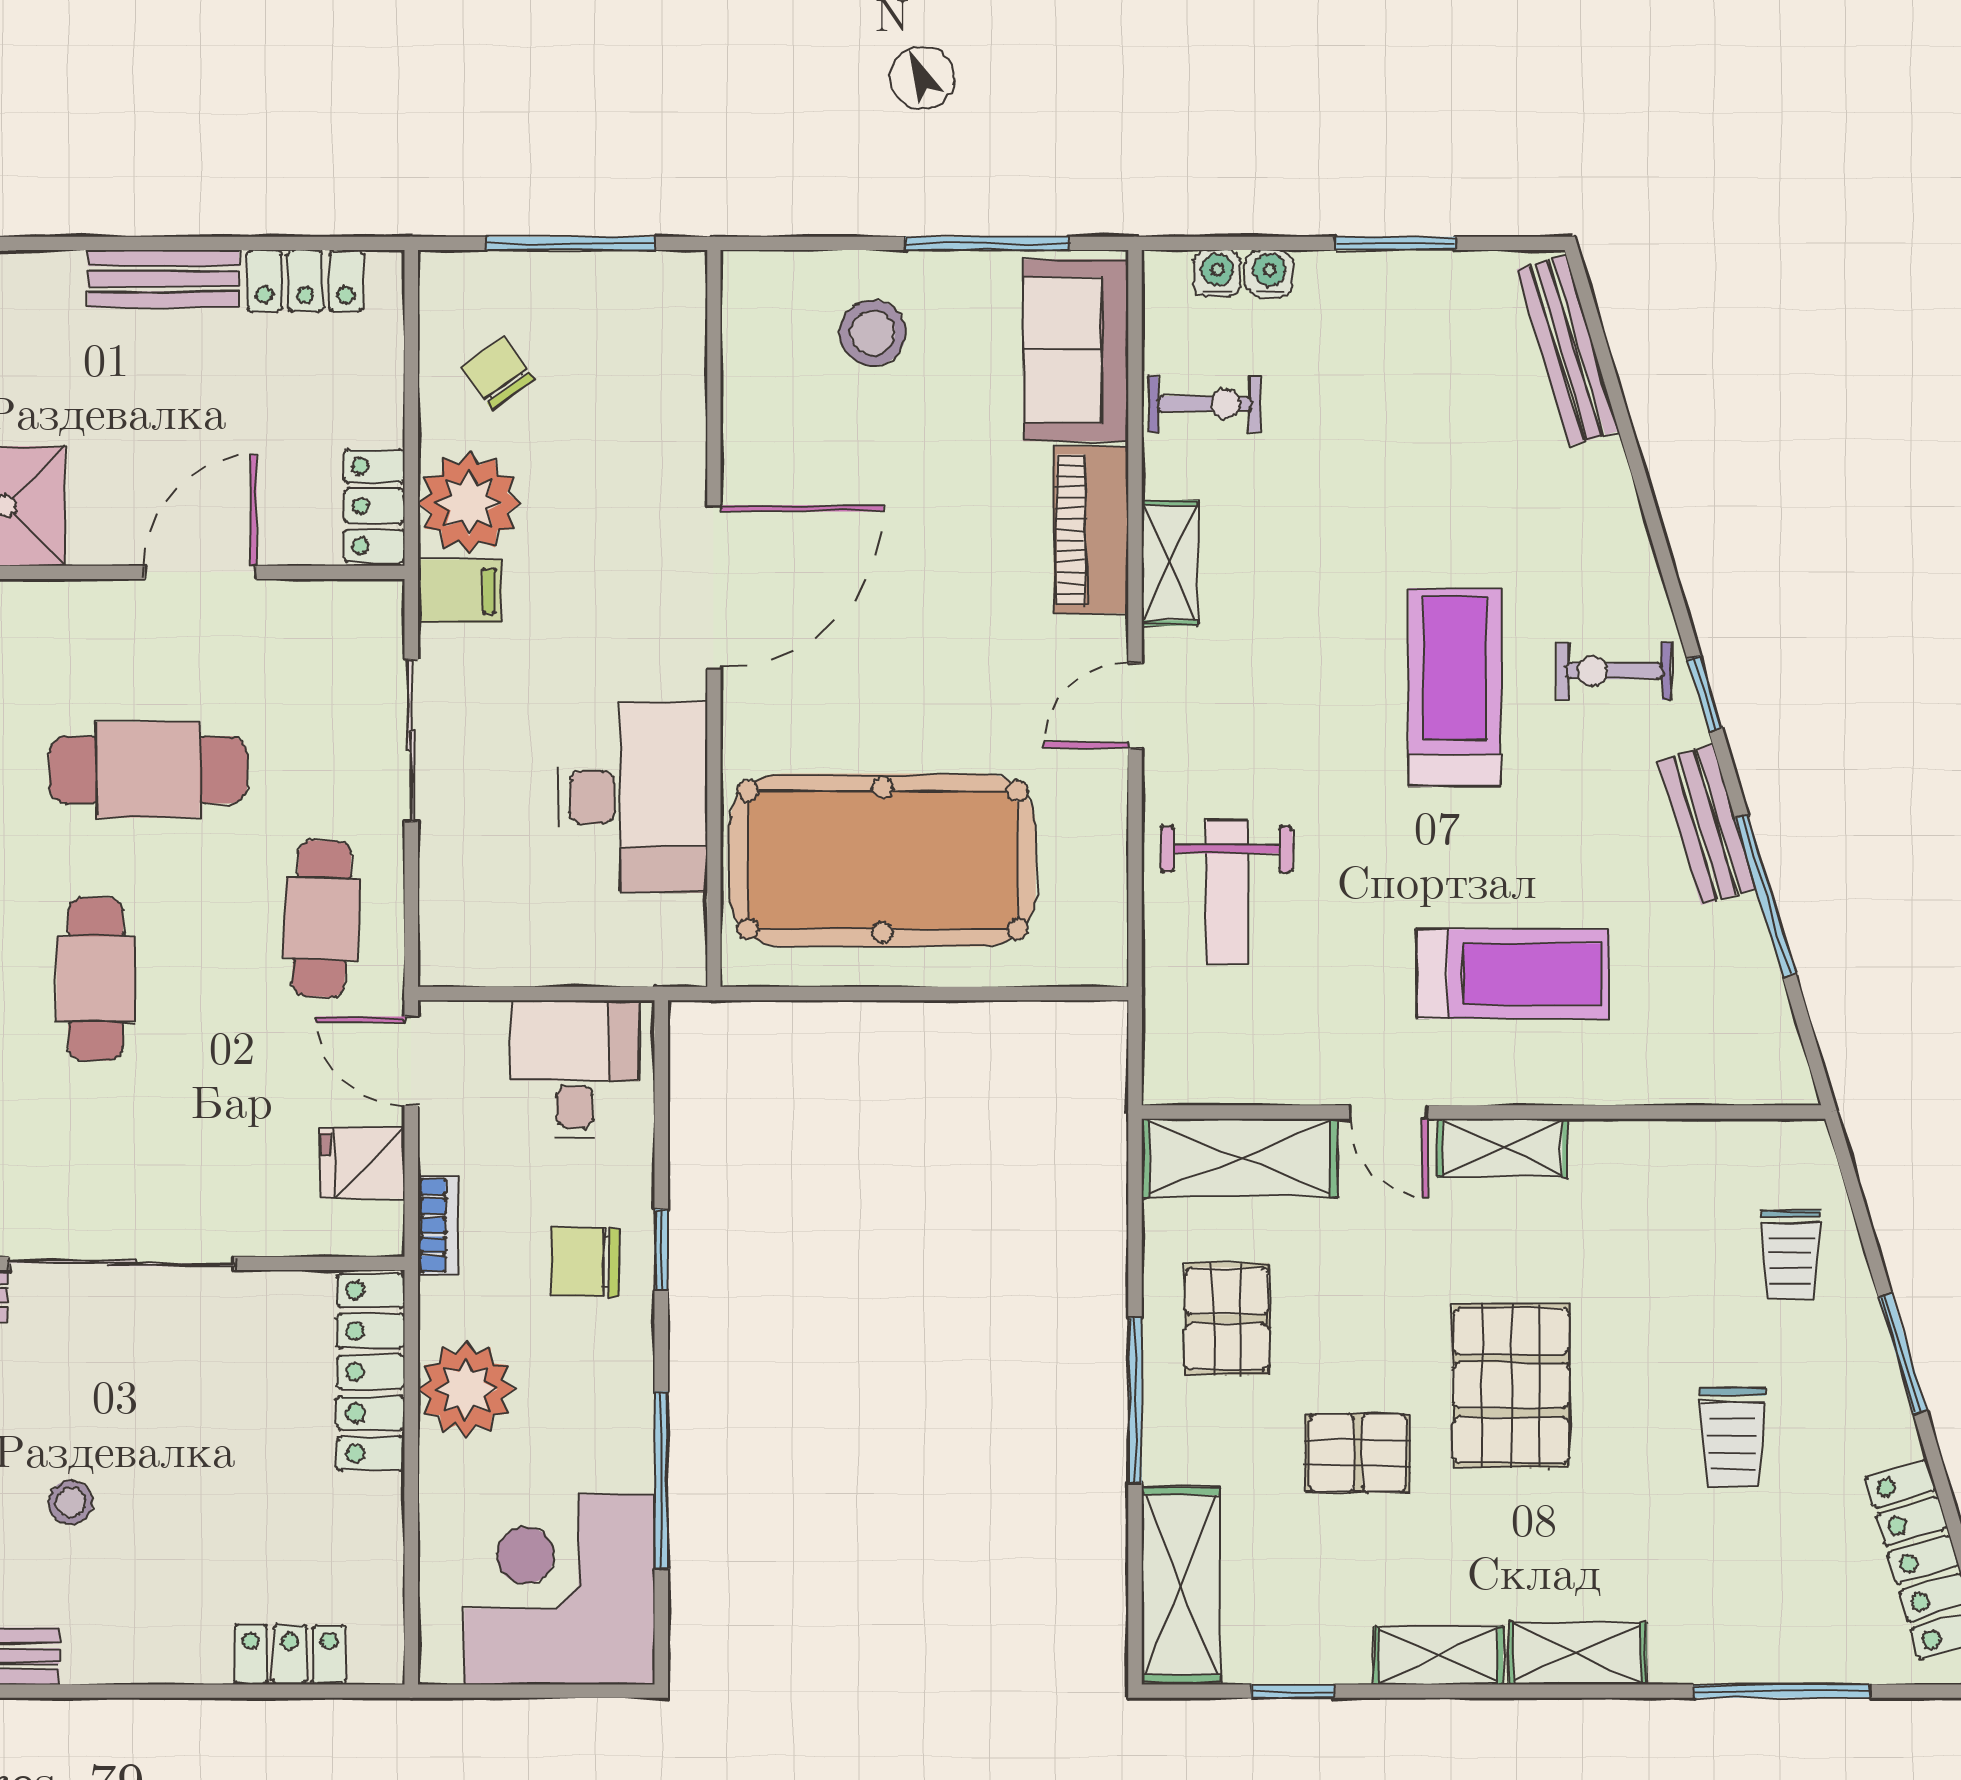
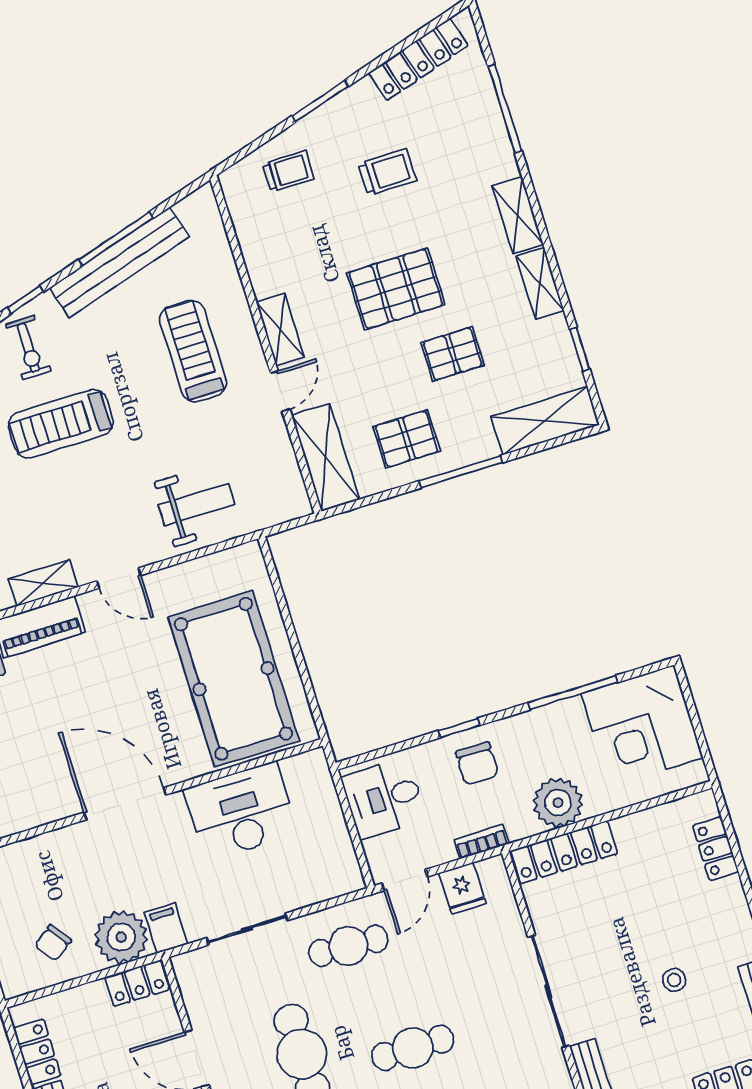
bench: (1707, 825) -> (119, 262), width x1.86, depth x1.21
pallet: (1358, 1453) -> (453, 354), turned 90

